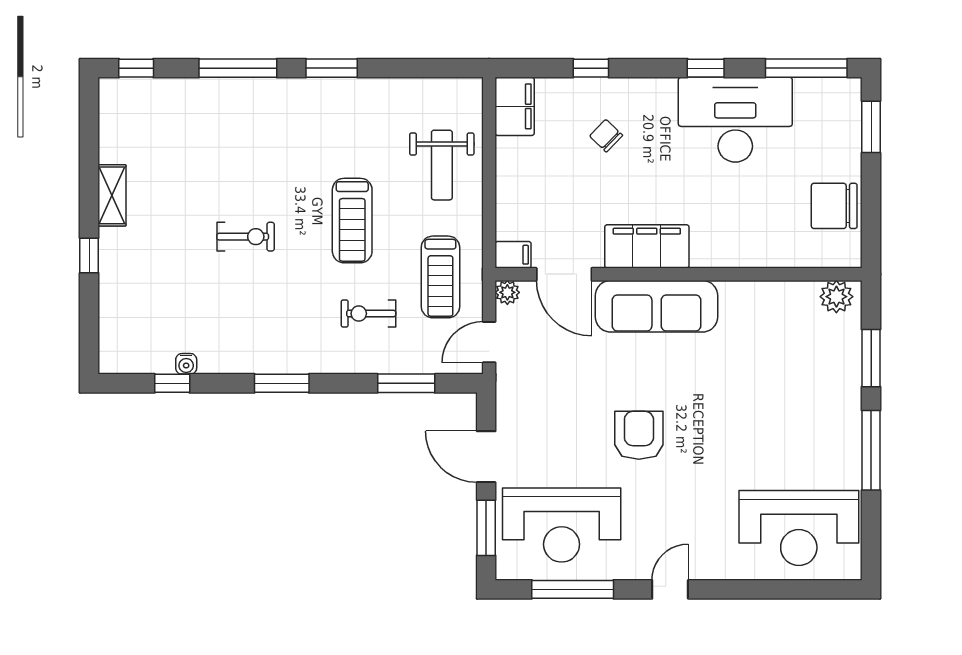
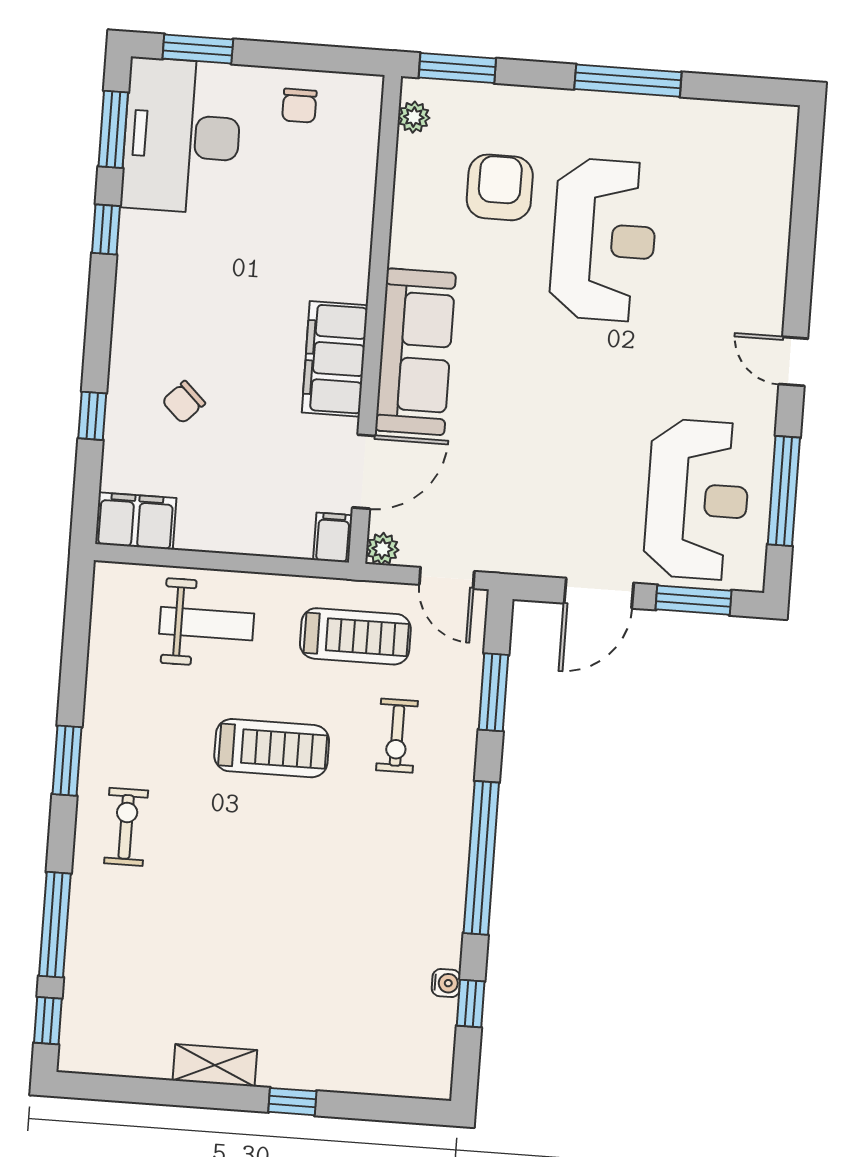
window: (238, 68) -> (55, 925), moved
window: (706, 68) -> (106, 229), moved
window: (806, 68) -> (113, 129), width x0.69
desk: (735, 120) -> (182, 136), moved
chair: (834, 206) -> (299, 106), width x0.54, depth x0.54
exercise bike: (246, 237) -> (126, 827), moved
plant: (836, 297) -> (414, 117), width x0.73, depth x0.73
window: (871, 358) -> (457, 68), moved
window: (282, 383) -> (481, 858), width x2.11
armchair: (639, 435) -> (500, 187), moved, turned 90
reception desk: (799, 528) -> (604, 240), moved

